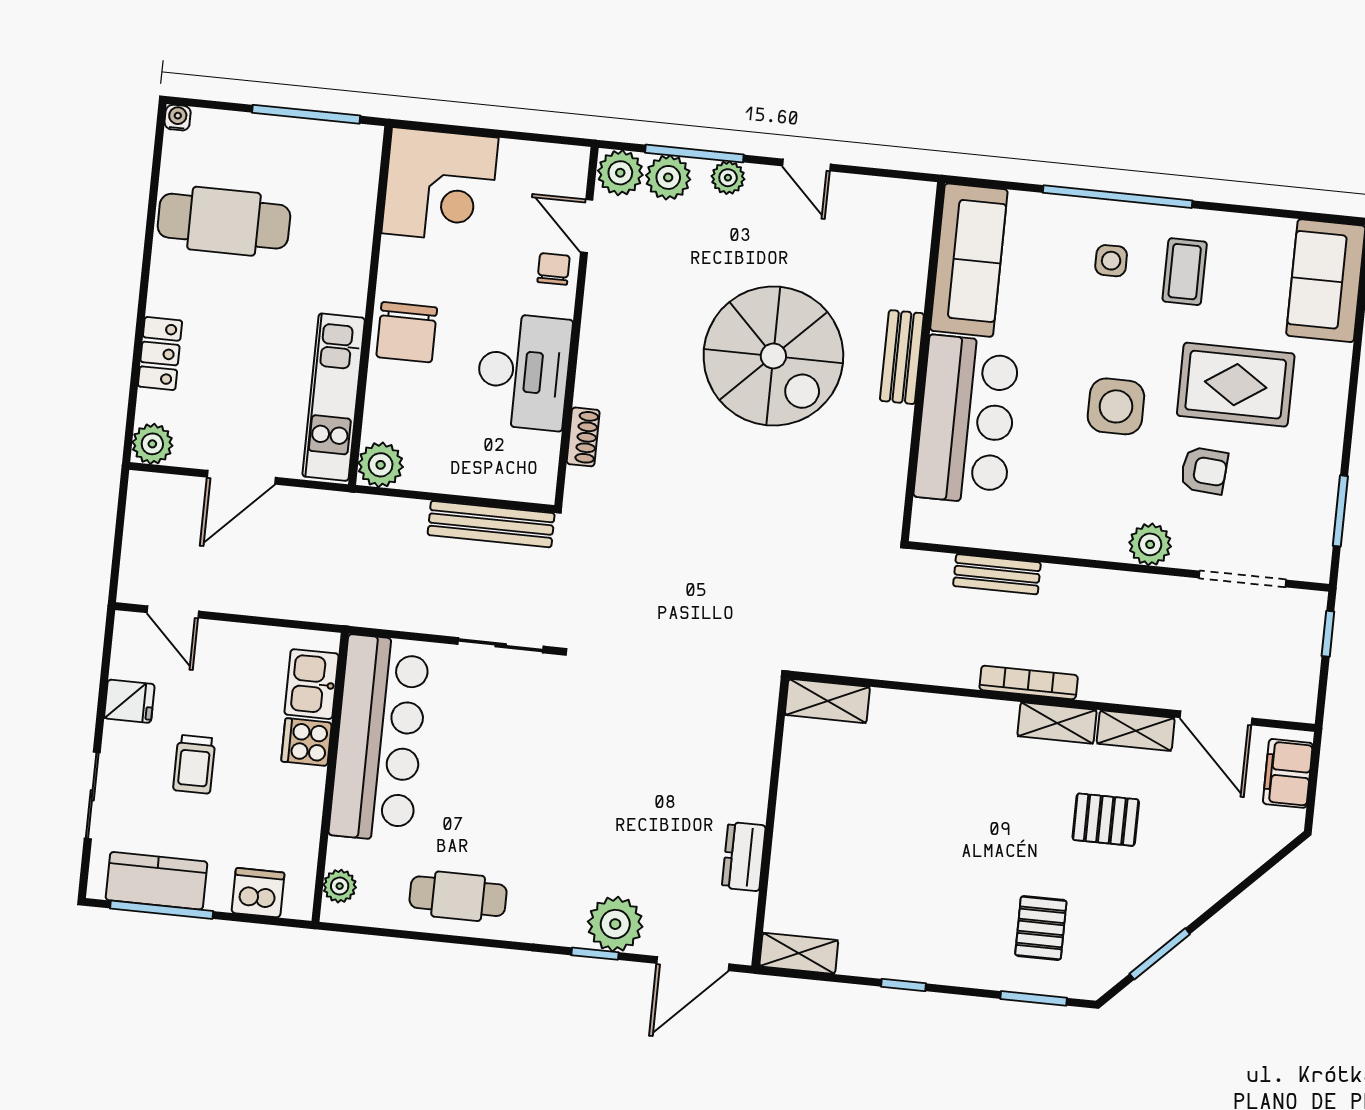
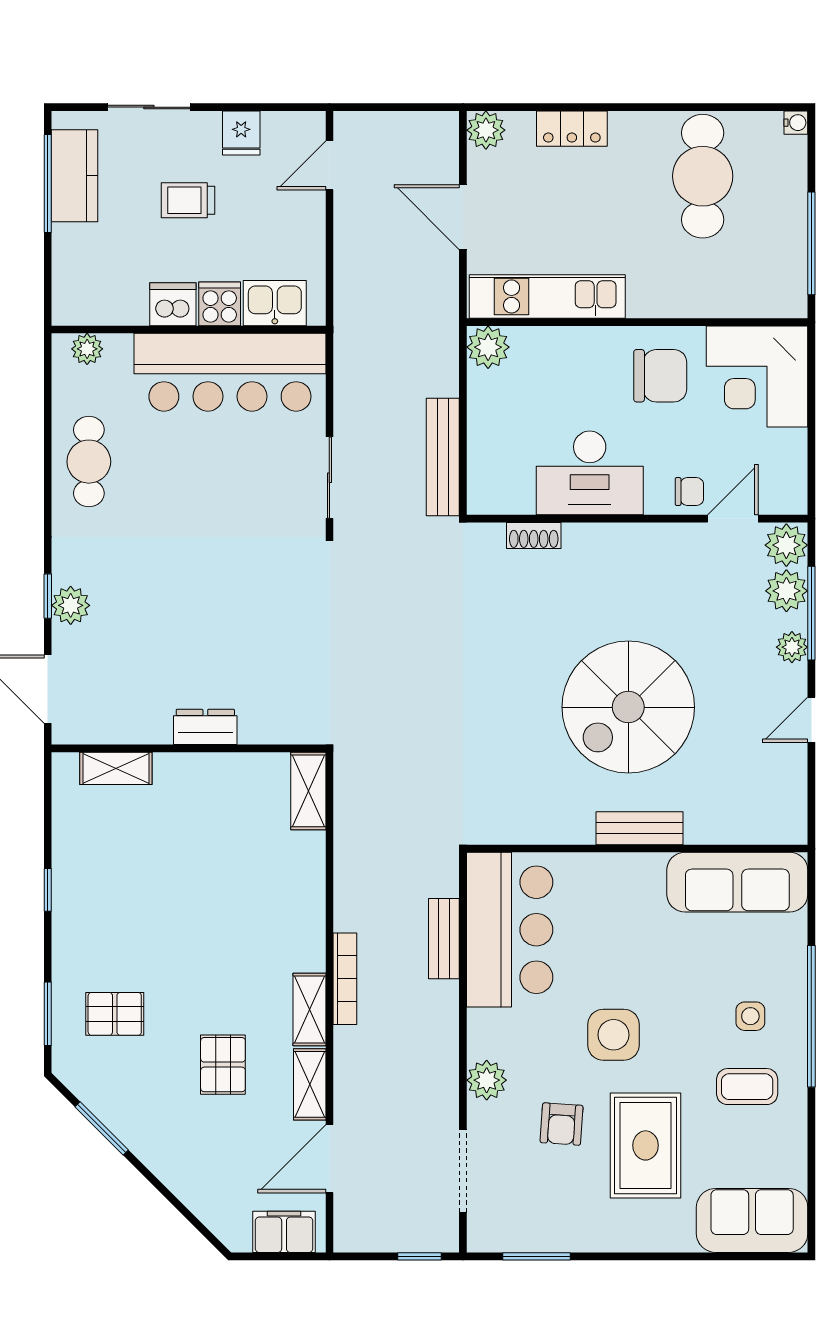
chair: (407, 332) -> (660, 376), moved, turned 180
bar counter: (967, 420) -> (510, 930), moved, turned -90
dresser: (744, 857) -> (205, 727), moved
dishwasher: (258, 893) -> (173, 304), moved, turned -90
plant: (615, 924) -> (71, 605), width x0.73, depth x0.73
shelving: (799, 953) -> (116, 768), moved, turned 90

